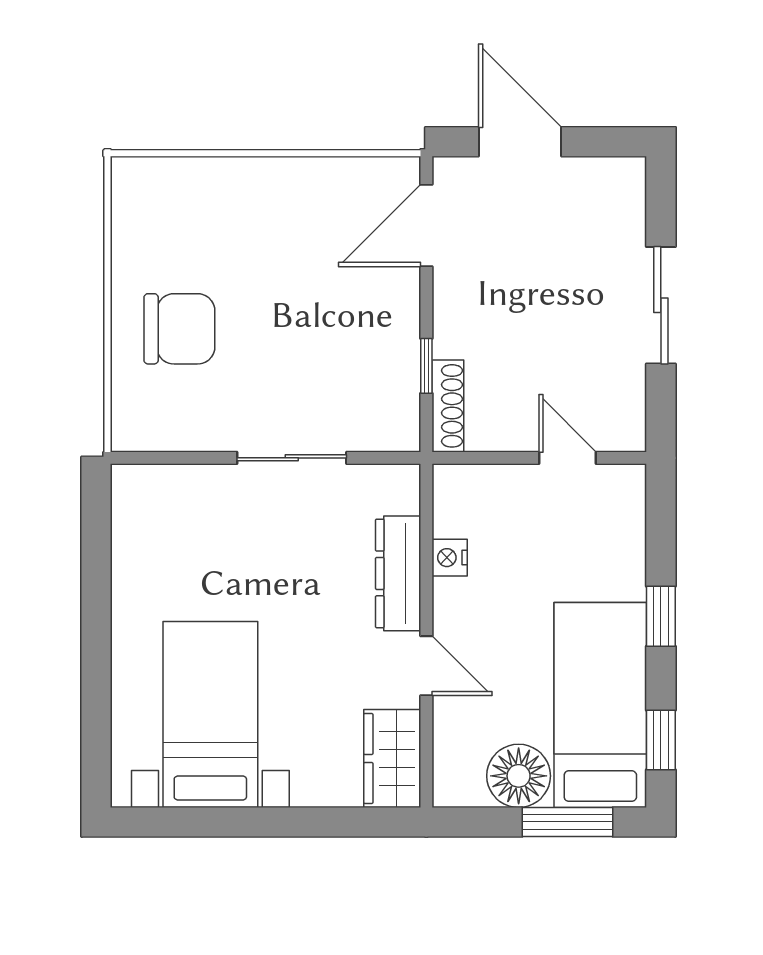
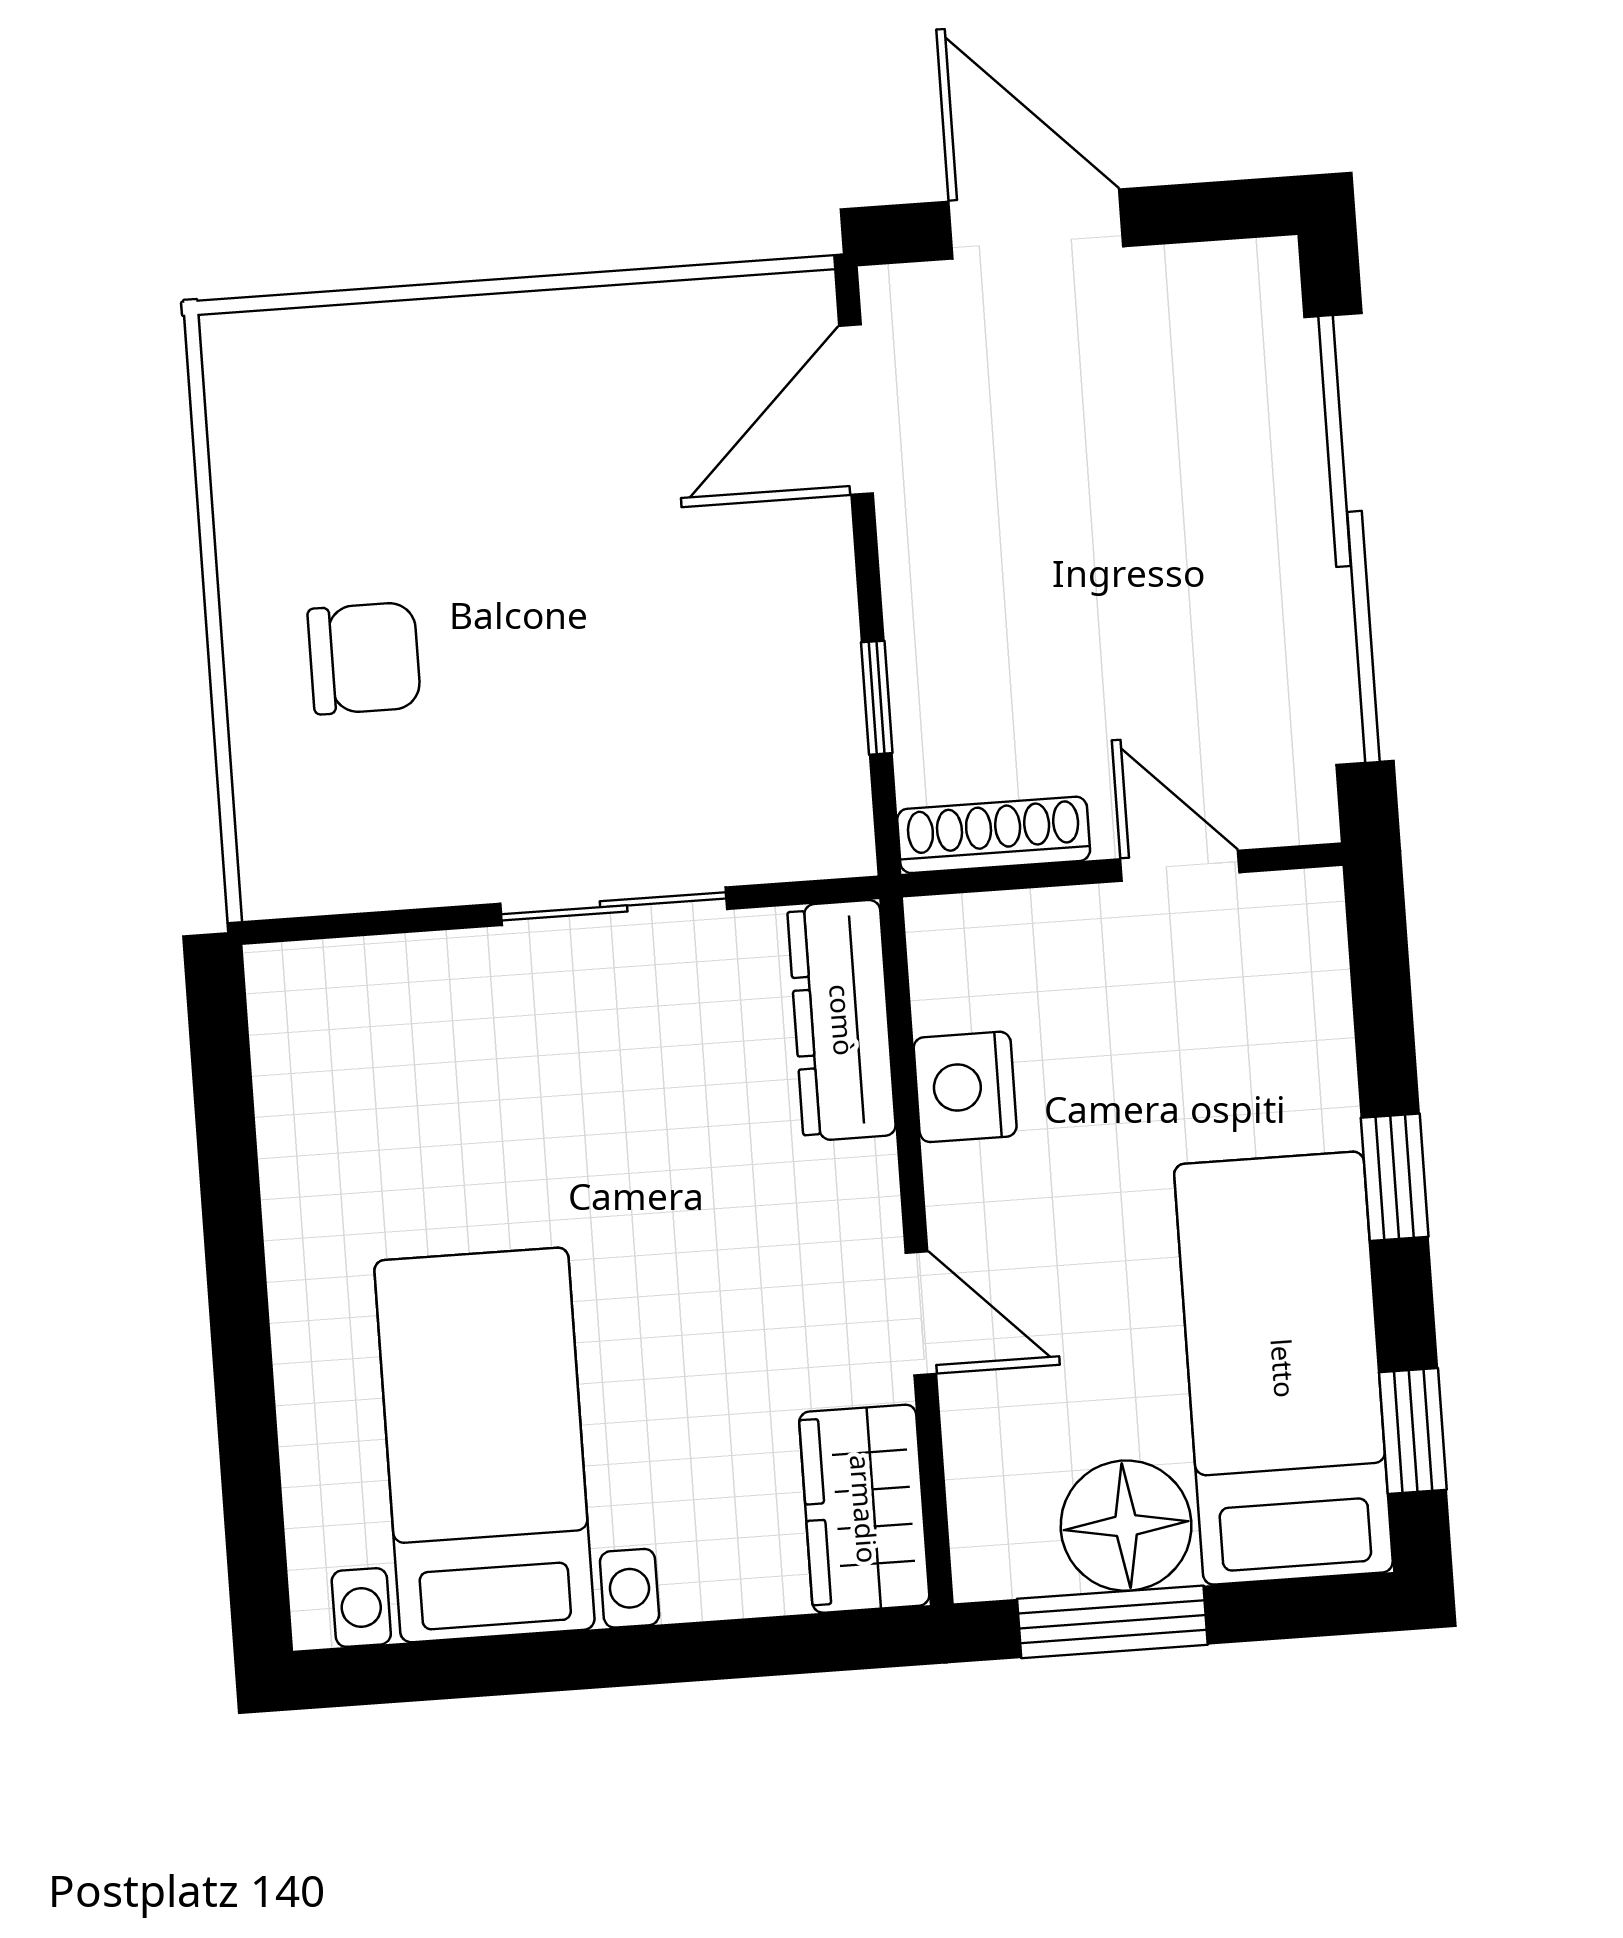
sliding door: (661, 305) -> (1349, 539), width x1.86
chair: (179, 329) -> (364, 658), width x0.73, depth x0.73
shoe rack: (448, 406) -> (994, 835), moved, turned -90
nightstand: (450, 558) -> (965, 1087), width x1.39, depth x1.35
dresser: (398, 573) -> (842, 1020), moved
window: (568, 822) -> (1112, 1622), moved

